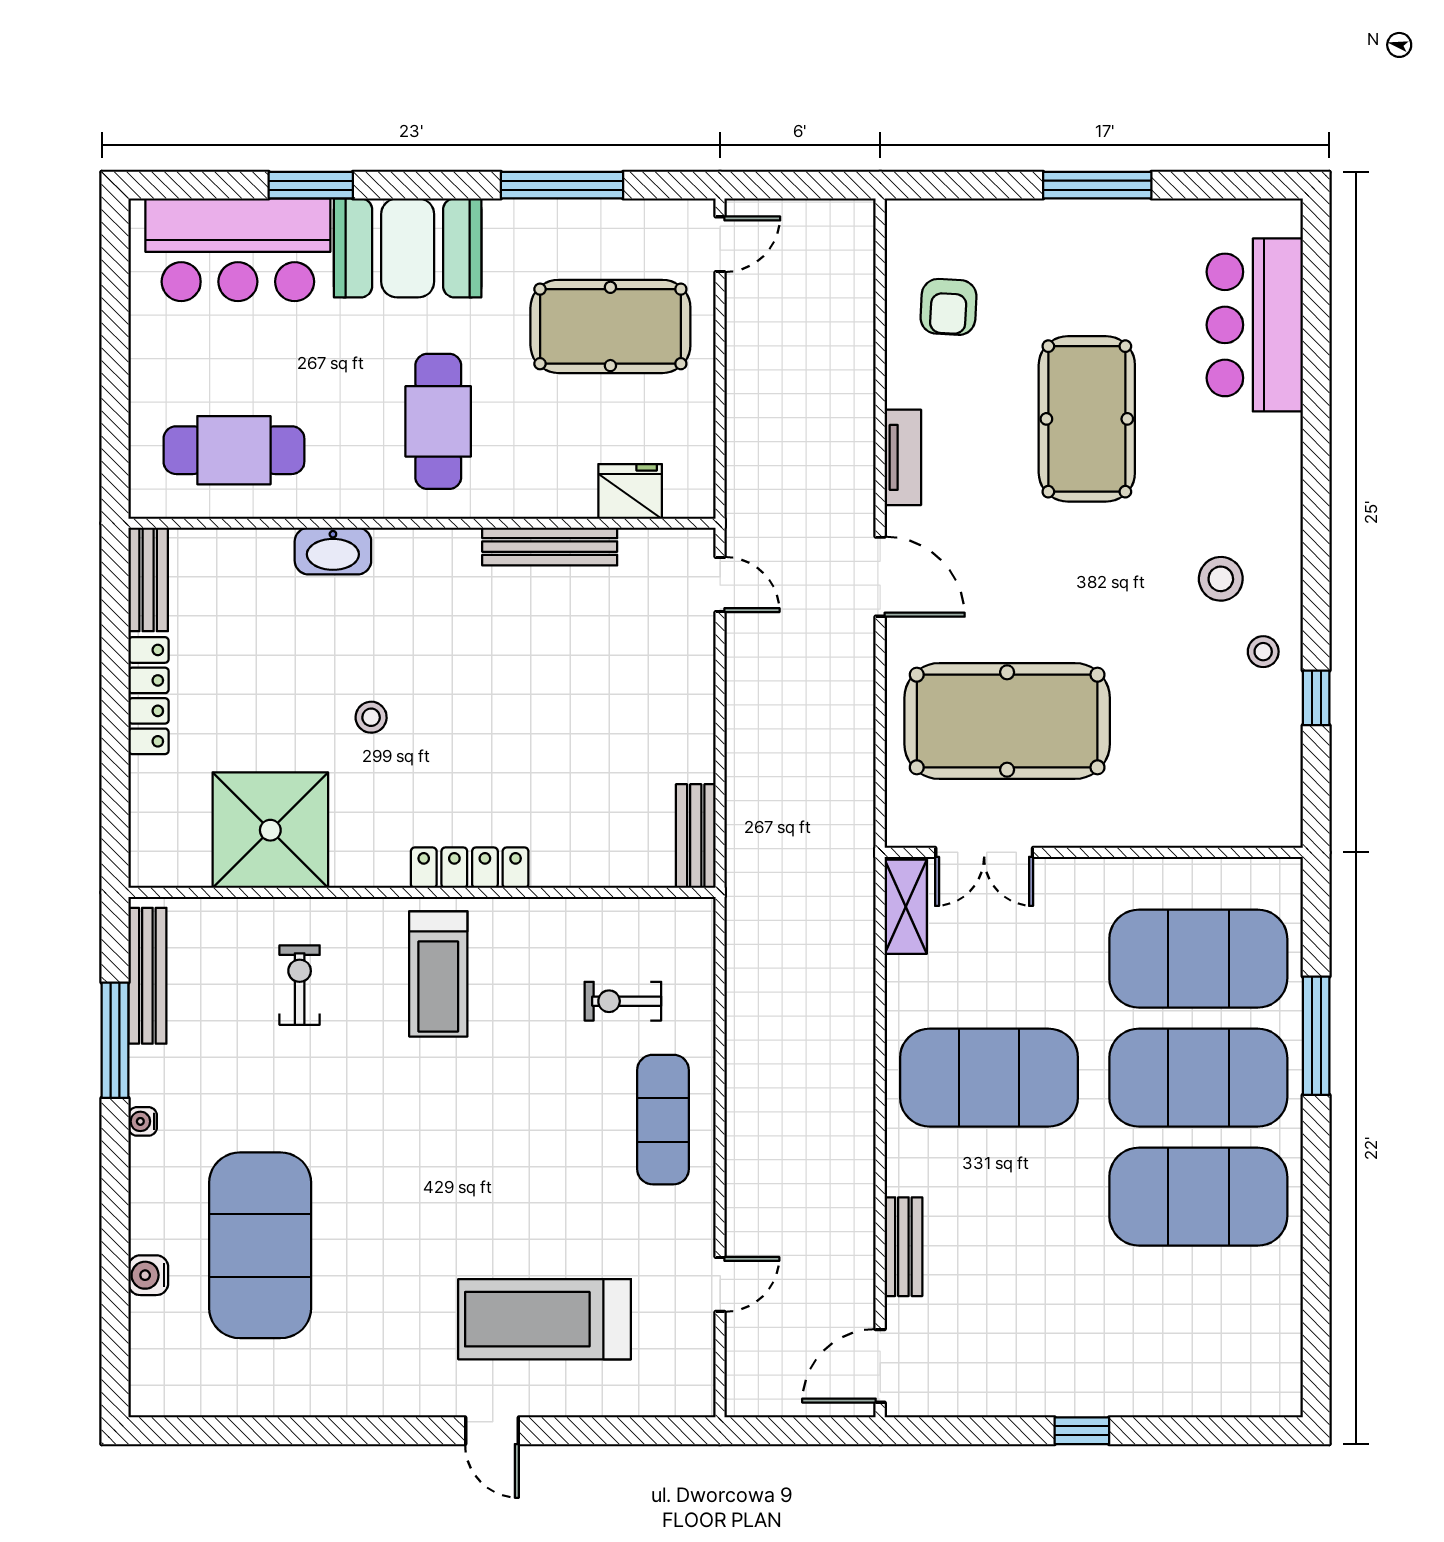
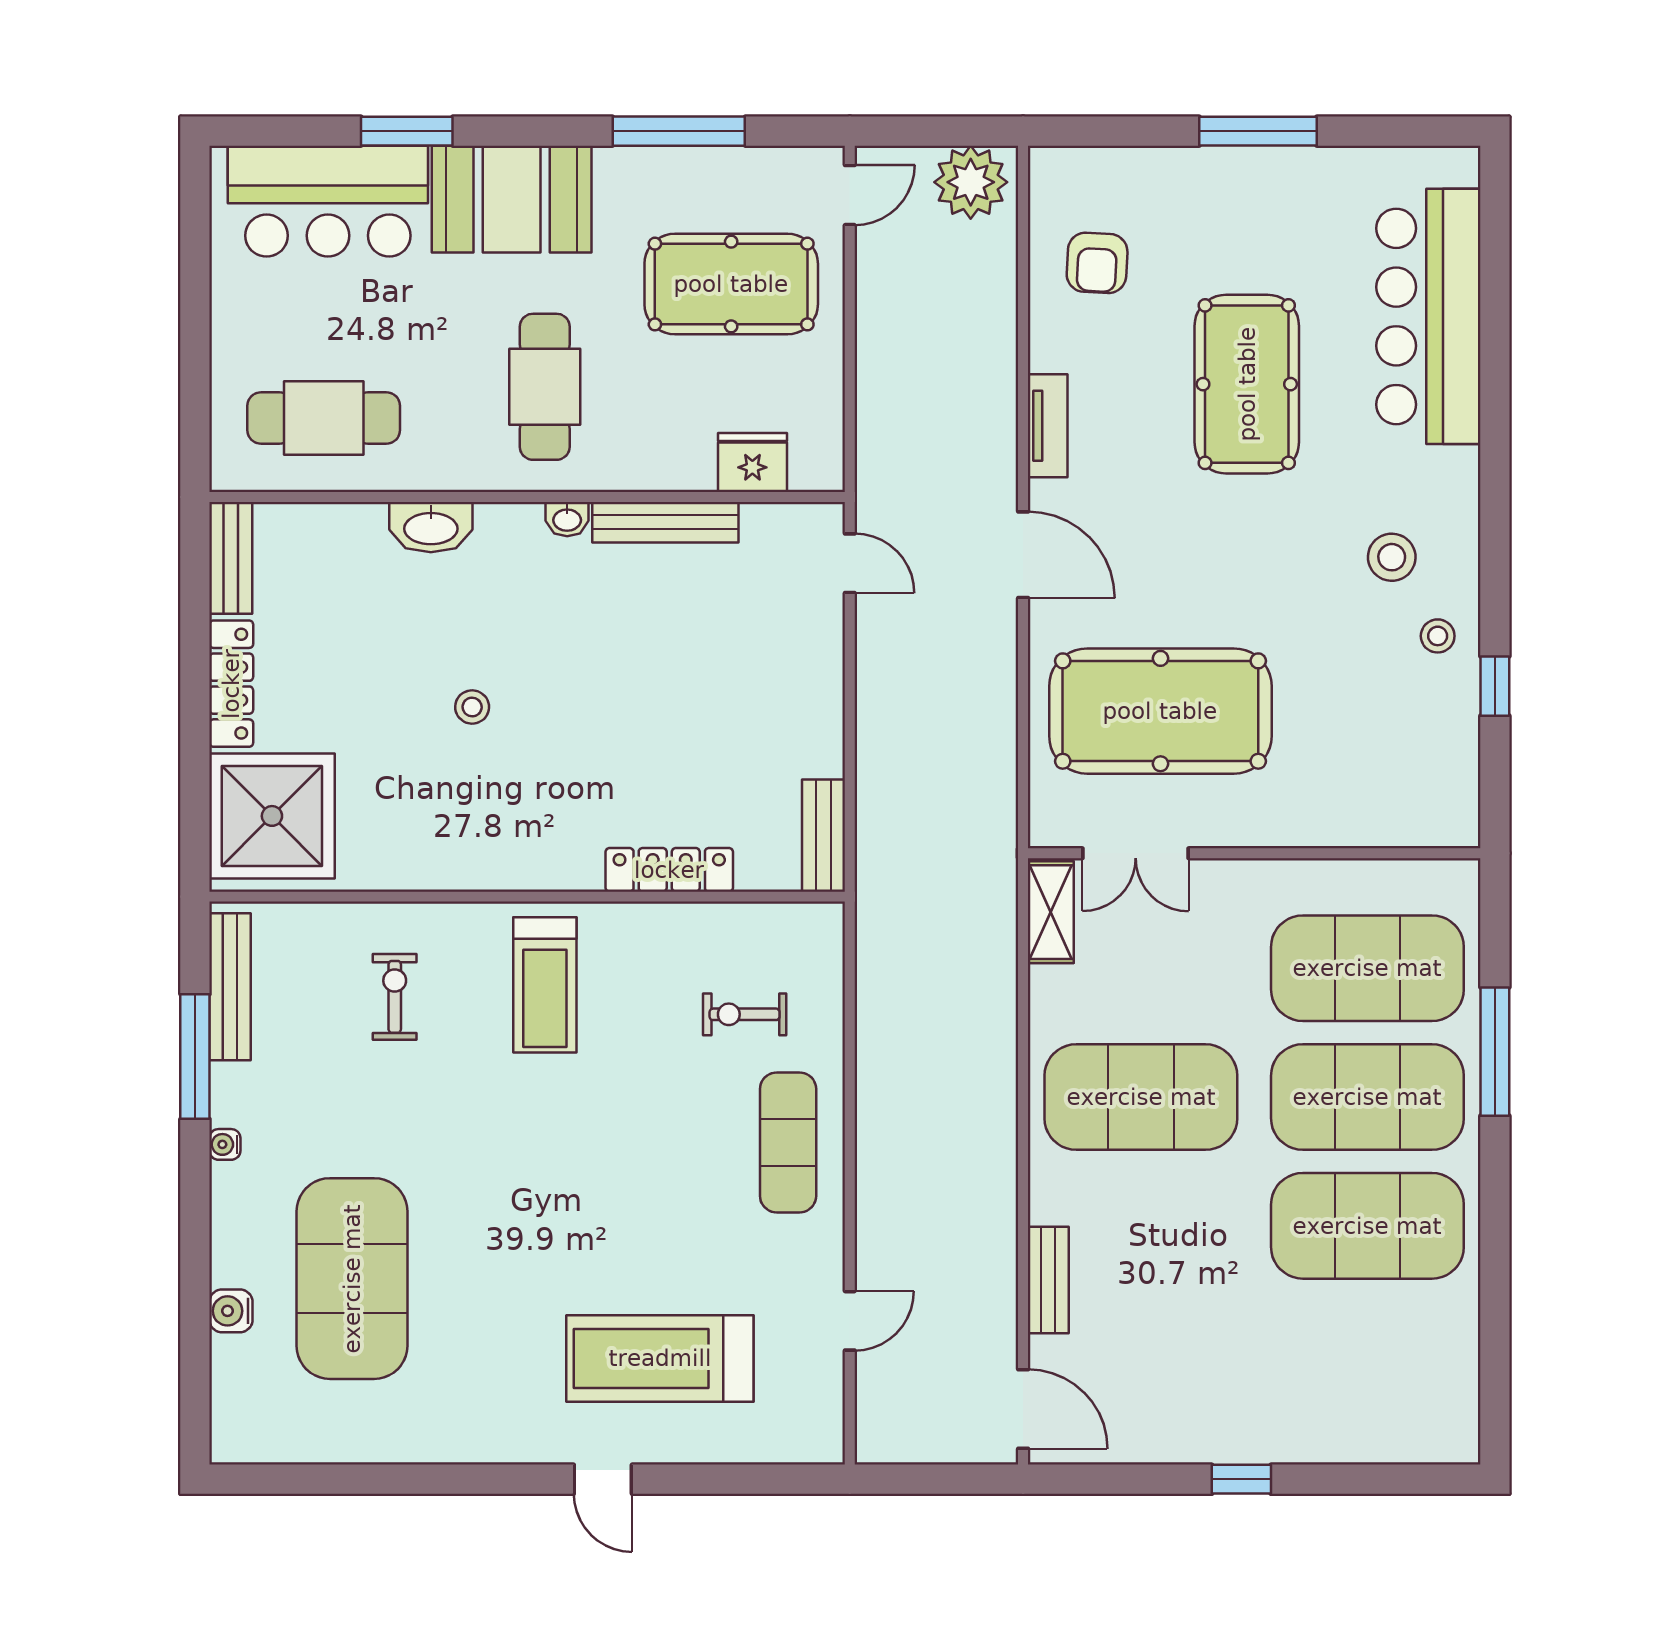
plant: (832, 232) -> (971, 182), added
bar counter: (1255, 325) -> (1428, 316), width x1.36
washbasin: (459, 544) -> (567, 519), added
shower: (270, 830) -> (272, 816), moved
locker: (470, 868) -> (669, 870), moved
door: (880, 1366) -> (1023, 1409), swing flipped

